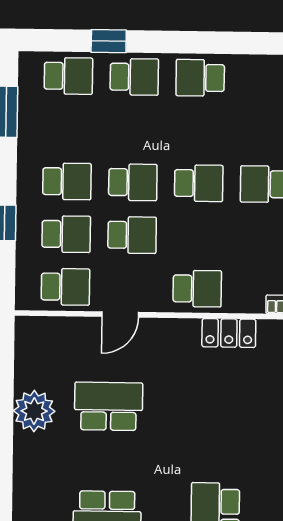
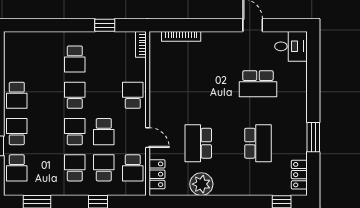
school desk: (68, 76) -> (17, 168), turned 180
school desk: (132, 235) -> (104, 132), turned 180
school desk: (65, 287) -> (133, 168), turned 180
locker: (229, 333) -> (157, 174), moved

